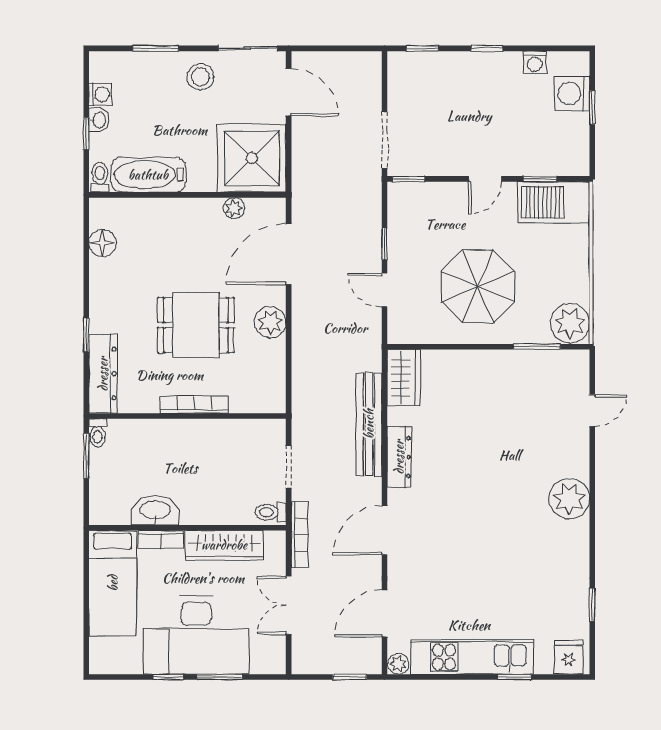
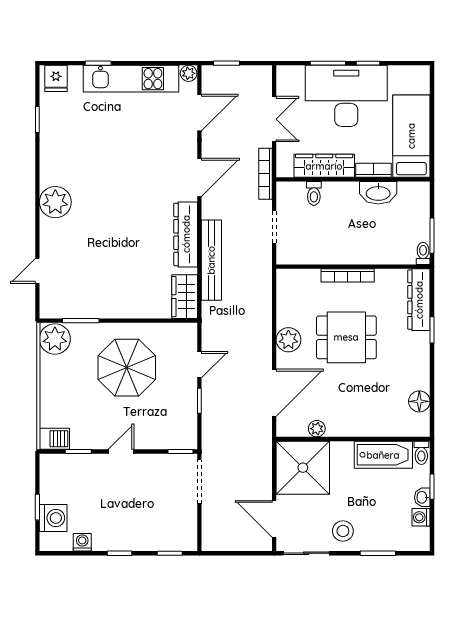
barbecue: (554, 202) -> (54, 439), width x0.53, depth x0.65
door: (385, 290) -> (199, 365), hinge flipped
dresser: (399, 457) -> (186, 234), width x1.37, depth x1.24
toilet: (271, 512) -> (314, 193), moved, turned 90

